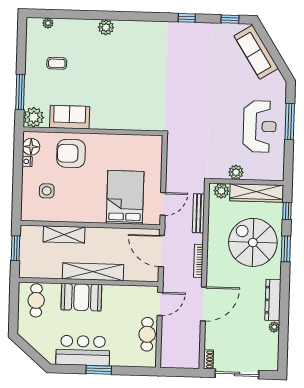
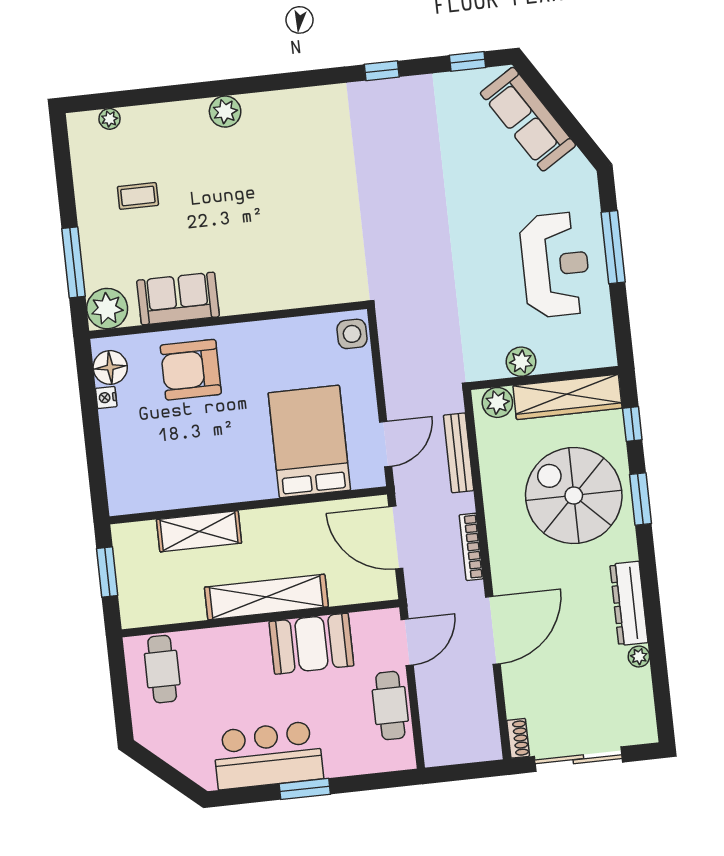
side table: (47, 191) -> (352, 334), moved
booth: (81, 297) -> (311, 644), moved

